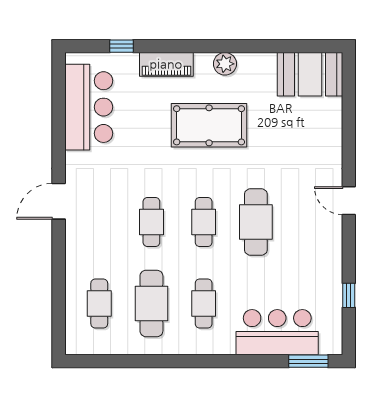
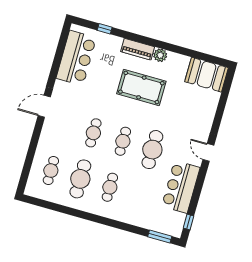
piano: (166, 64) -> (138, 49), moved
window: (349, 295) -> (189, 222), moved
bar counter: (277, 332) -> (181, 187), moved, turned -90

